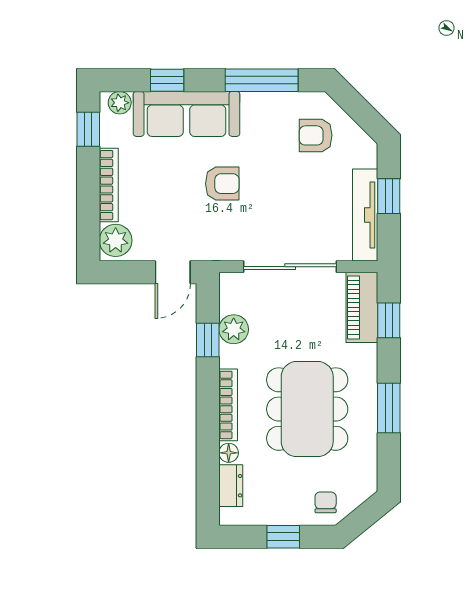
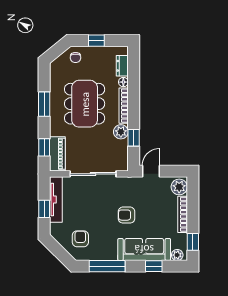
armchair: (316, 135) -> (80, 239), turned -90
plant: (234, 329) -> (121, 132), moved

